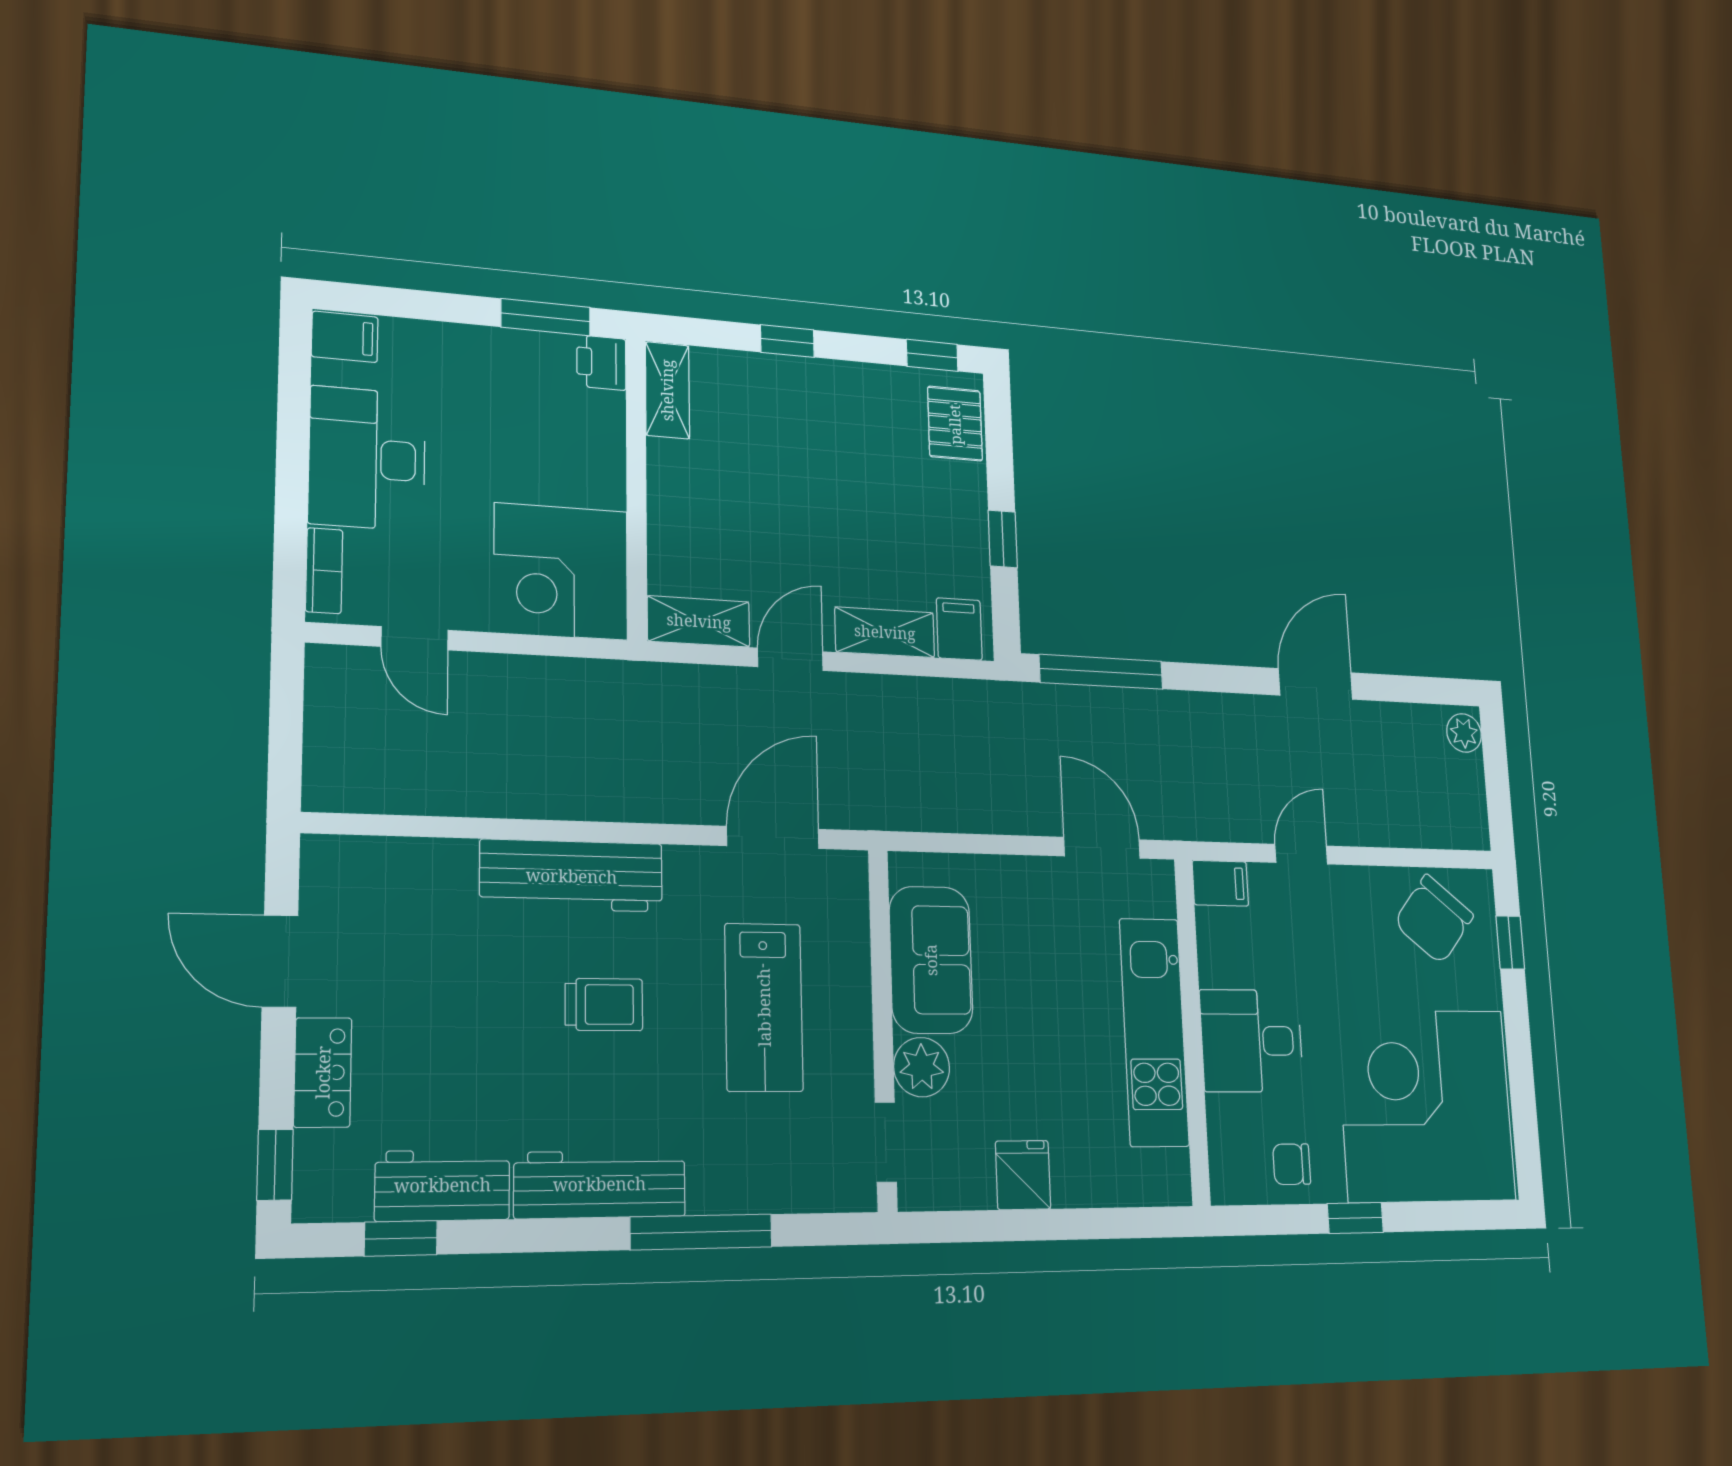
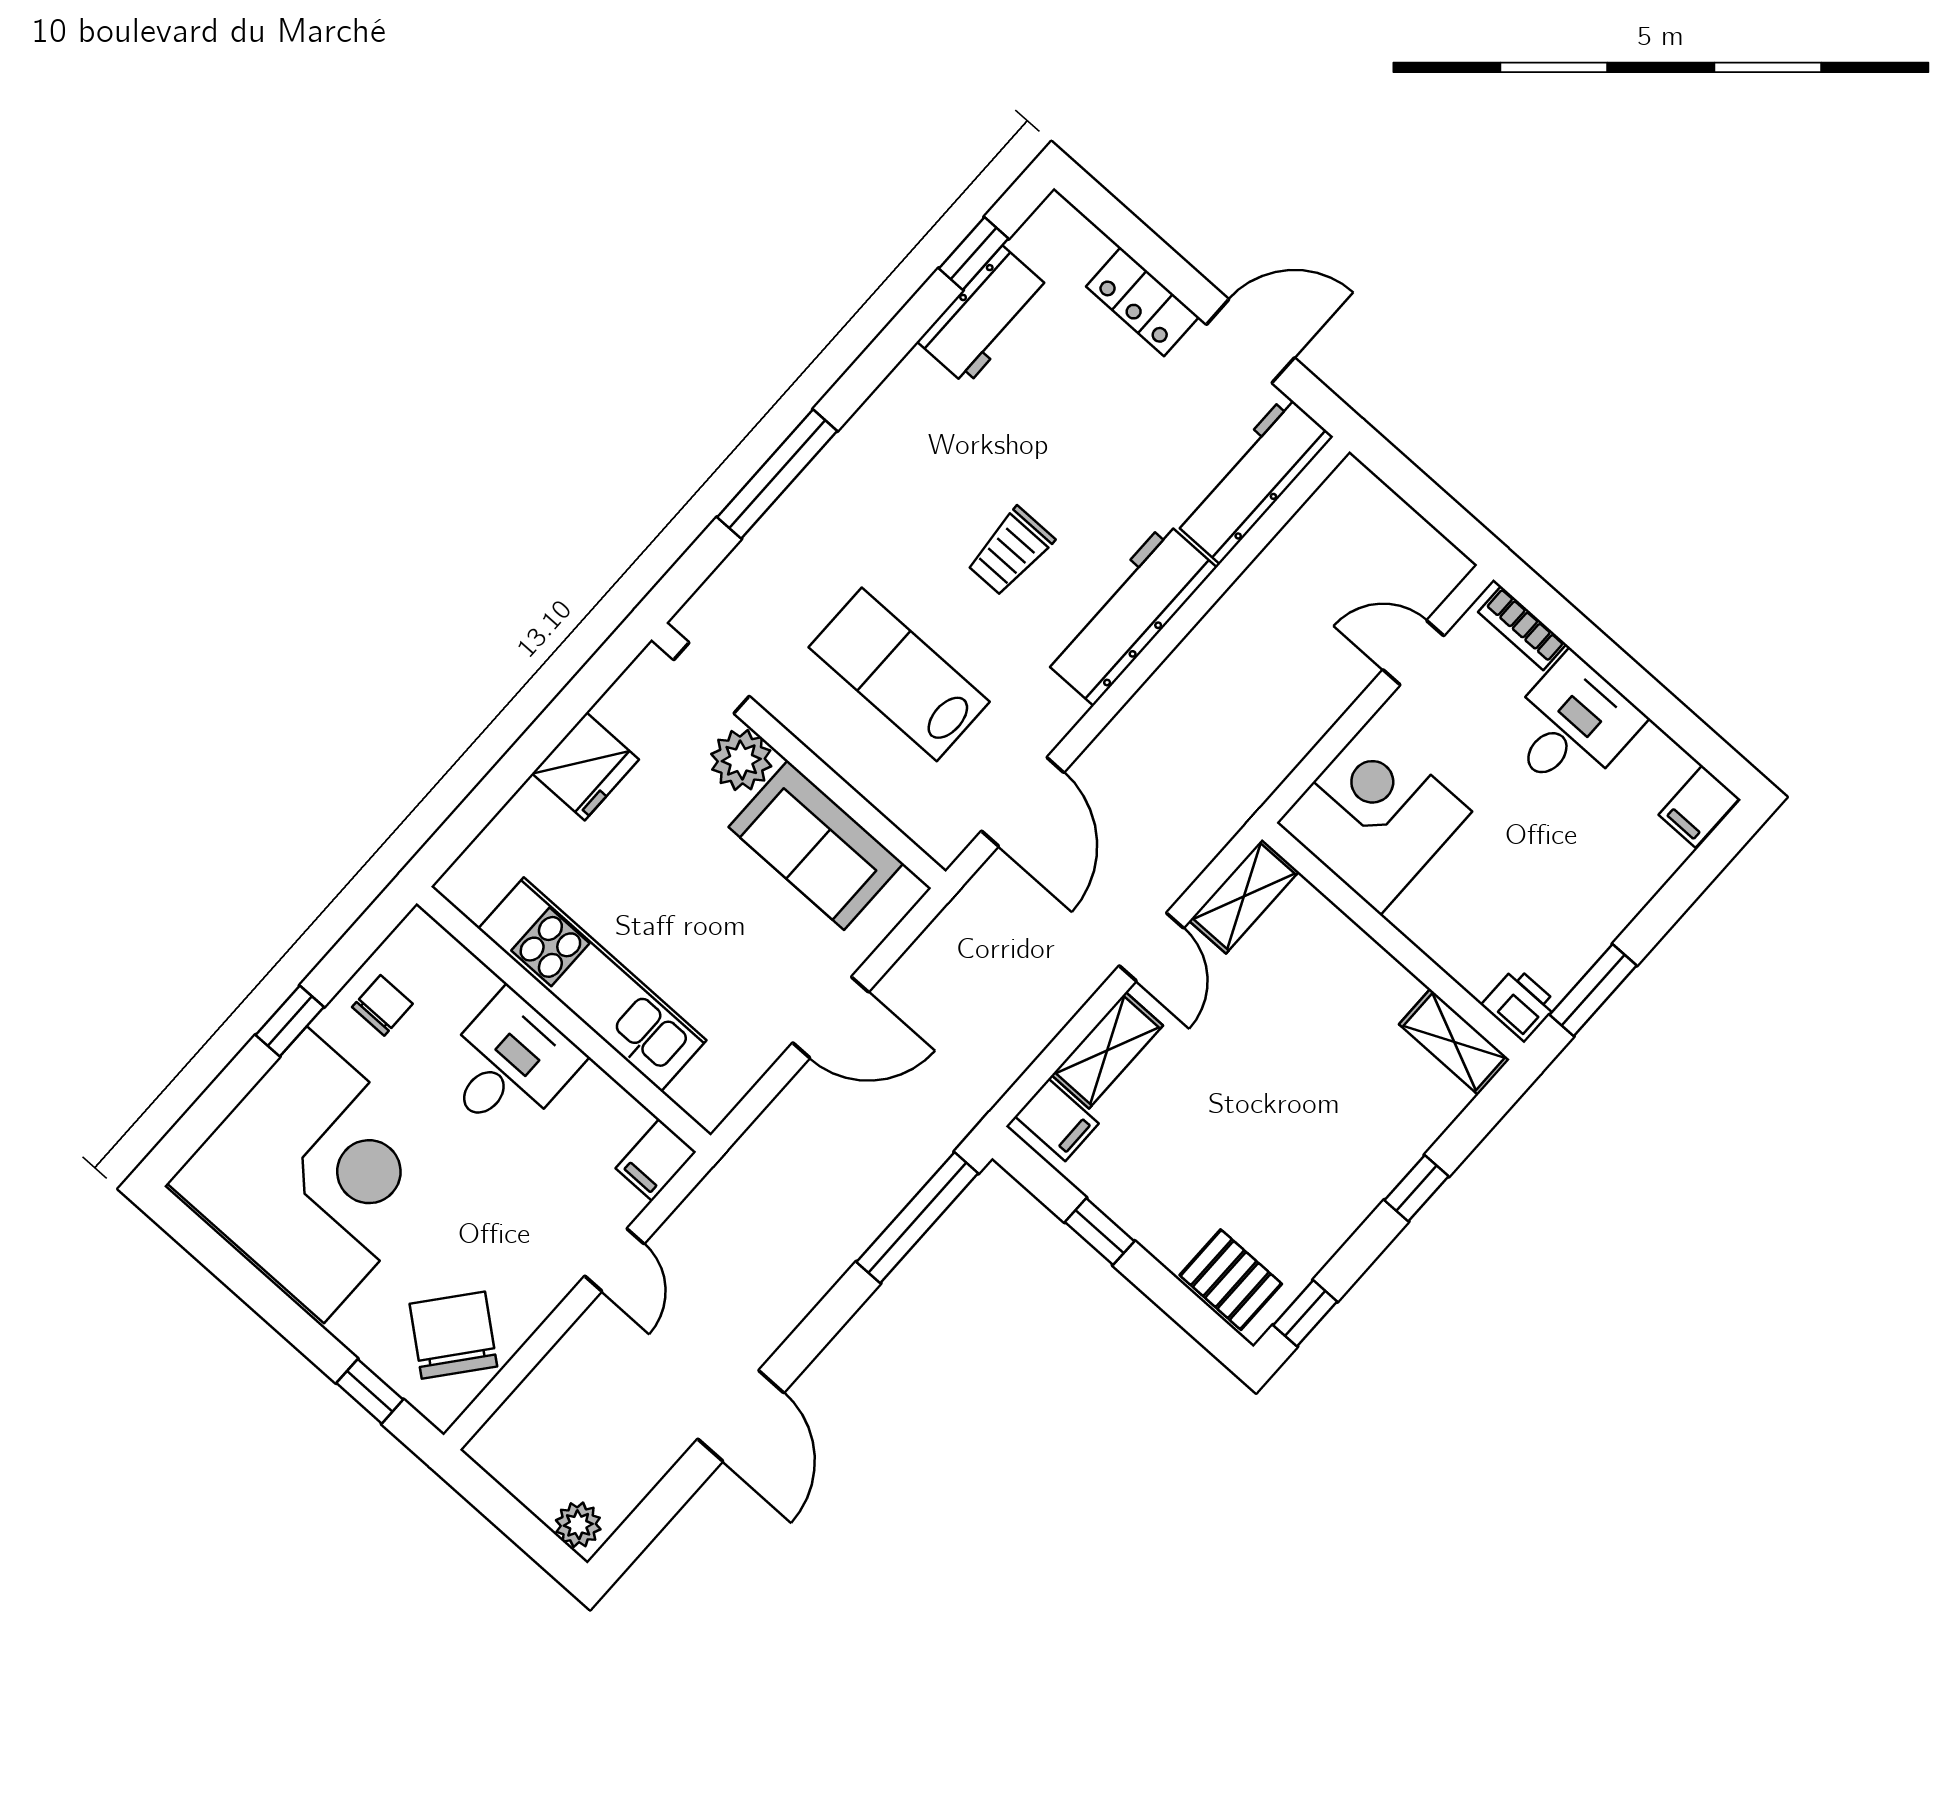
desk: (367, 458) -> (1571, 726), width x0.73
door: (1102, 848) -> (831, 1017), moved
window: (275, 1165) -> (1106, 212), removed
fridge: (1023, 1175) -> (585, 766), width x1.38
workbench: (600, 1184) -> (1253, 479), moved, turned 180

